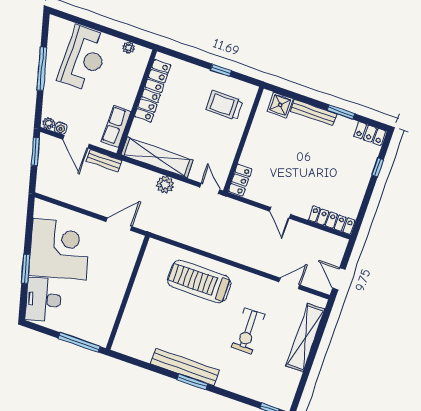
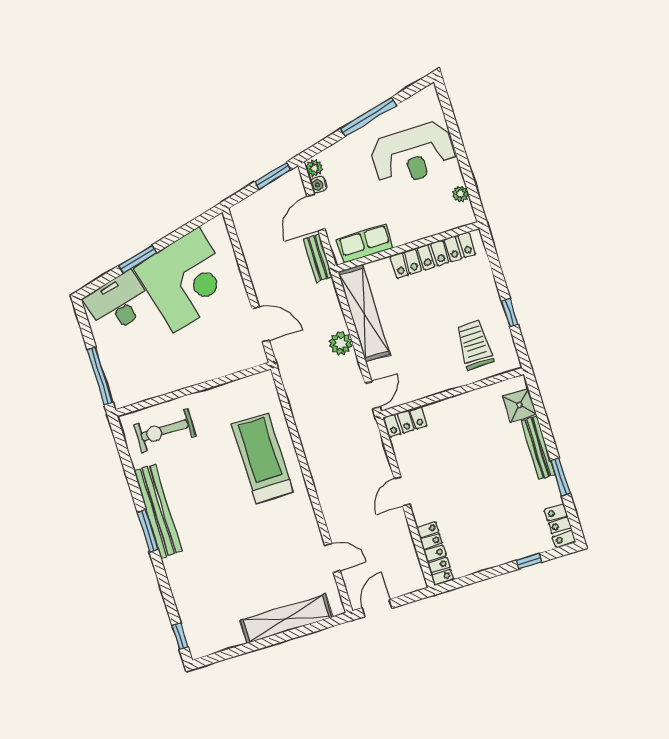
exercise bike: (248, 331) -> (165, 430), moved

